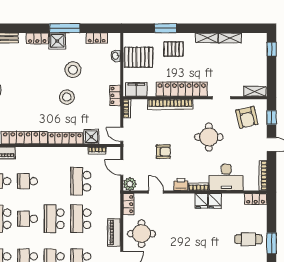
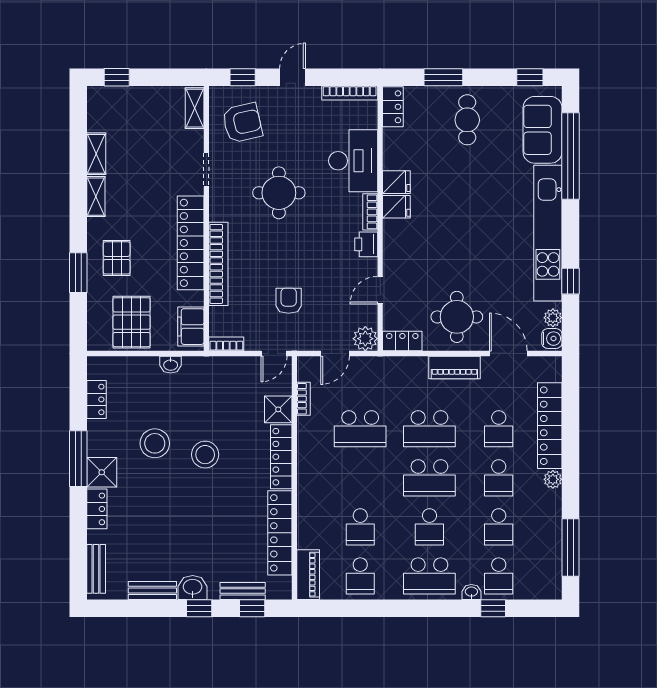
washbasin: (116, 56) -> (171, 365), moved
locker: (115, 95) -> (202, 366), removed
armchair: (163, 152) -> (289, 301), moved
window: (272, 243) -> (443, 77), moved

